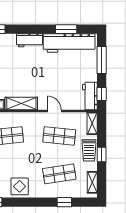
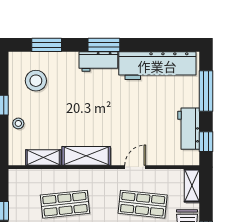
window: (66, 29) -> (104, 45), moved
workbench: (90, 96) -> (189, 129), moved
door: (54, 111) -> (135, 167), hinge flipped

